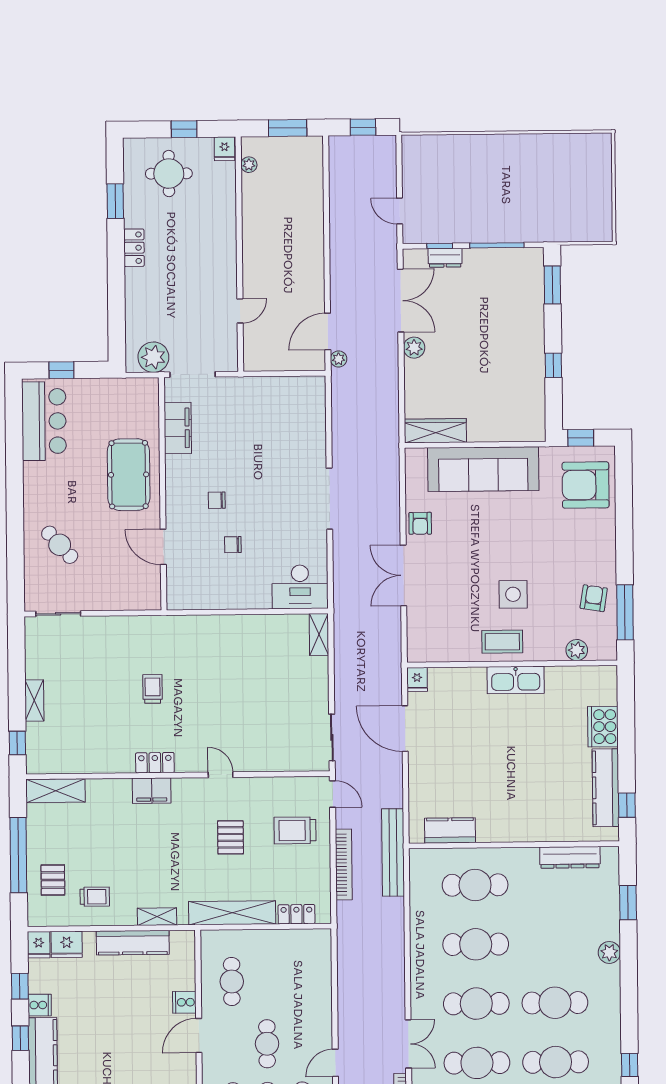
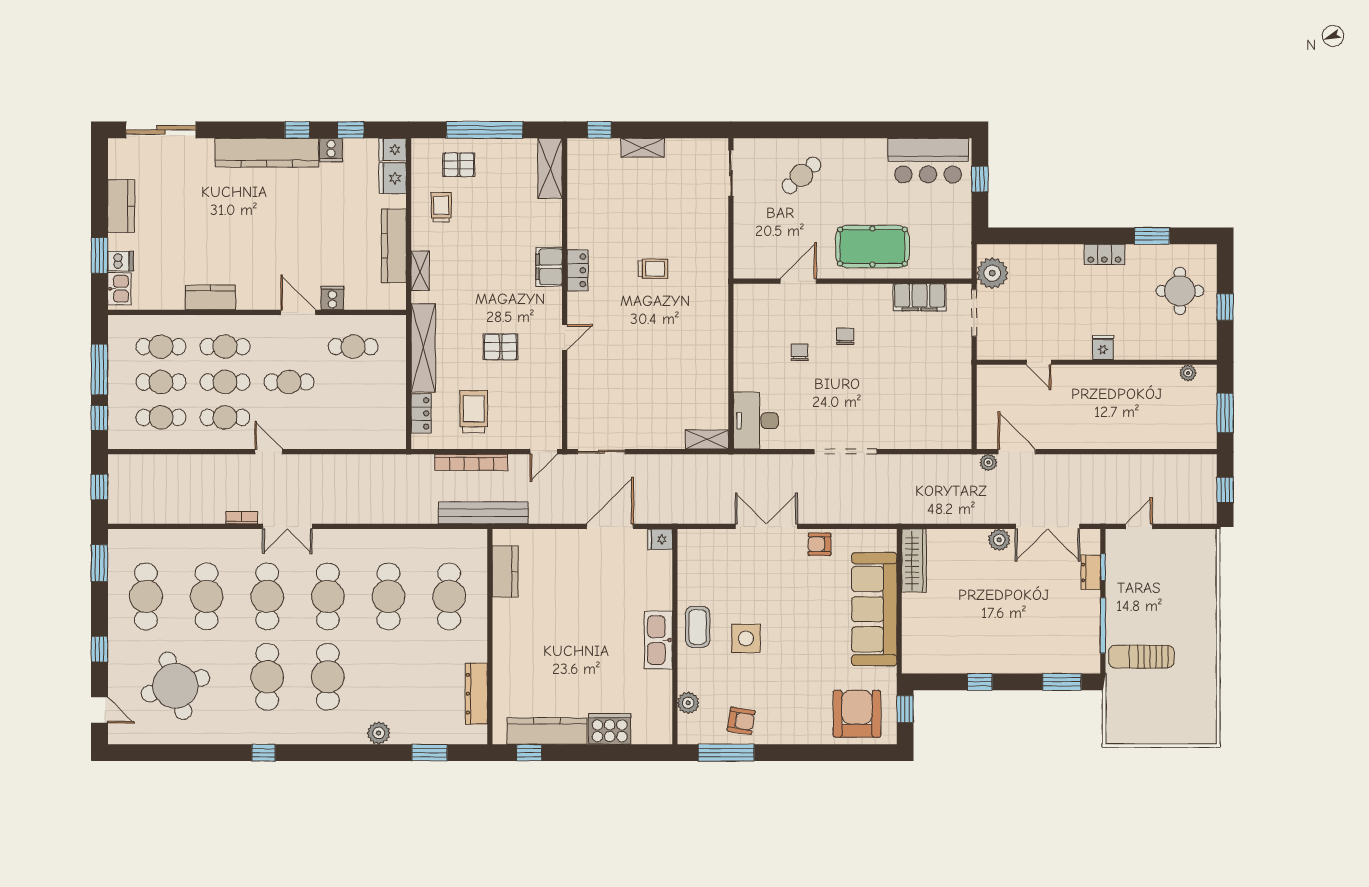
fridge: (224, 149) -> (1103, 348), moved, turned 90
sun lounger: (527, 207) -> (1141, 657), added
trolley: (295, 830) -> (474, 412), moved
trolley: (95, 897) -> (441, 207), turned 180

